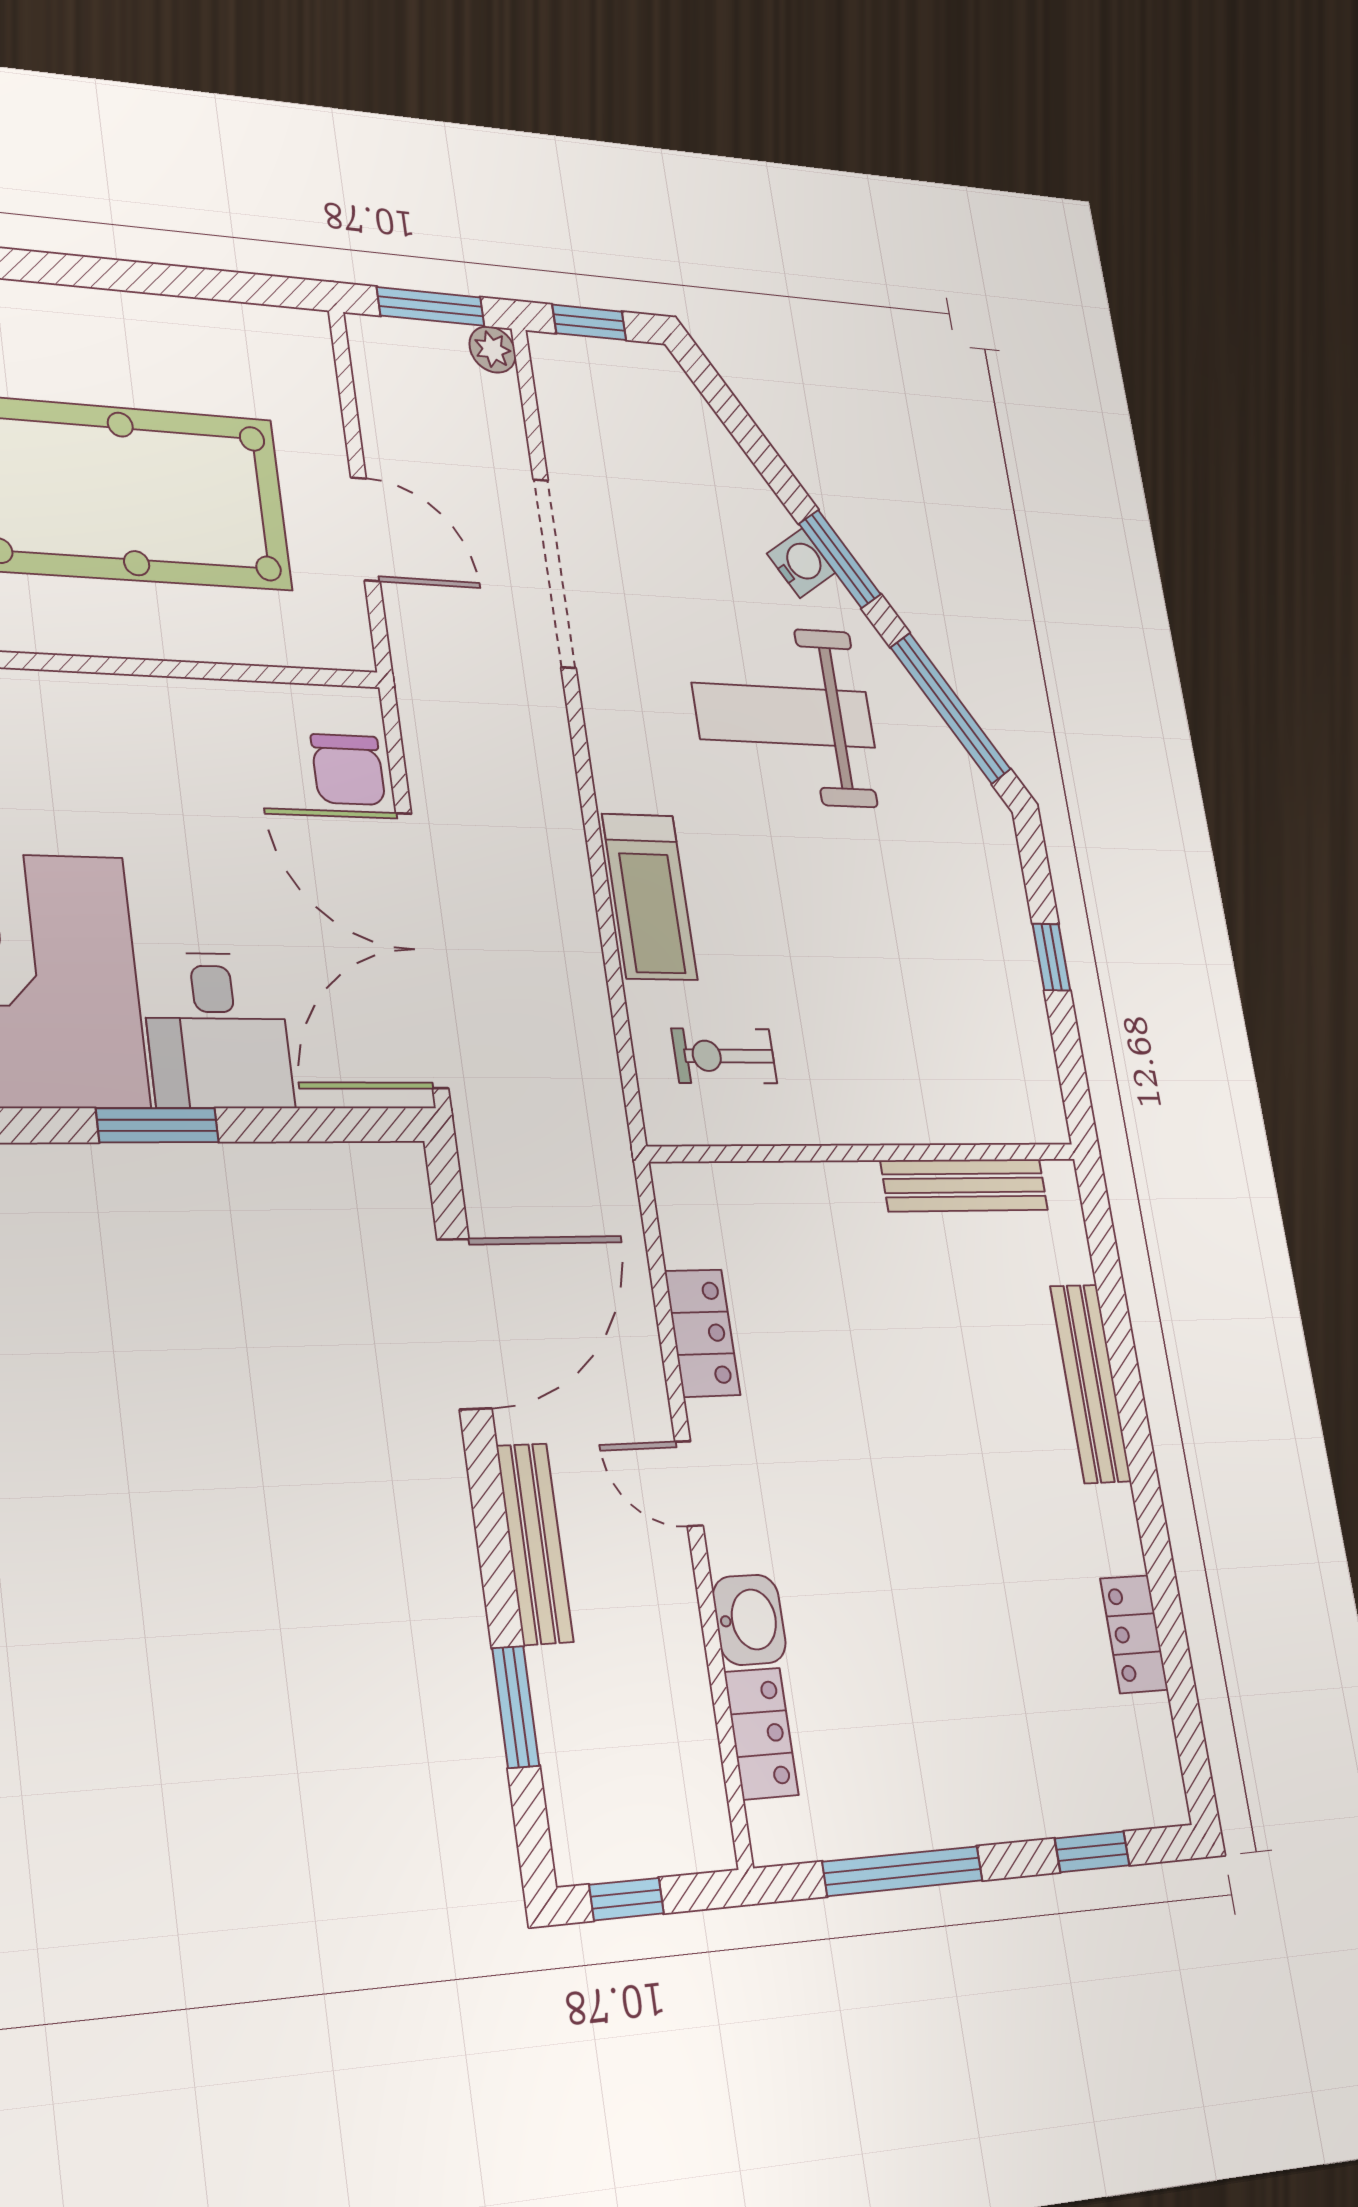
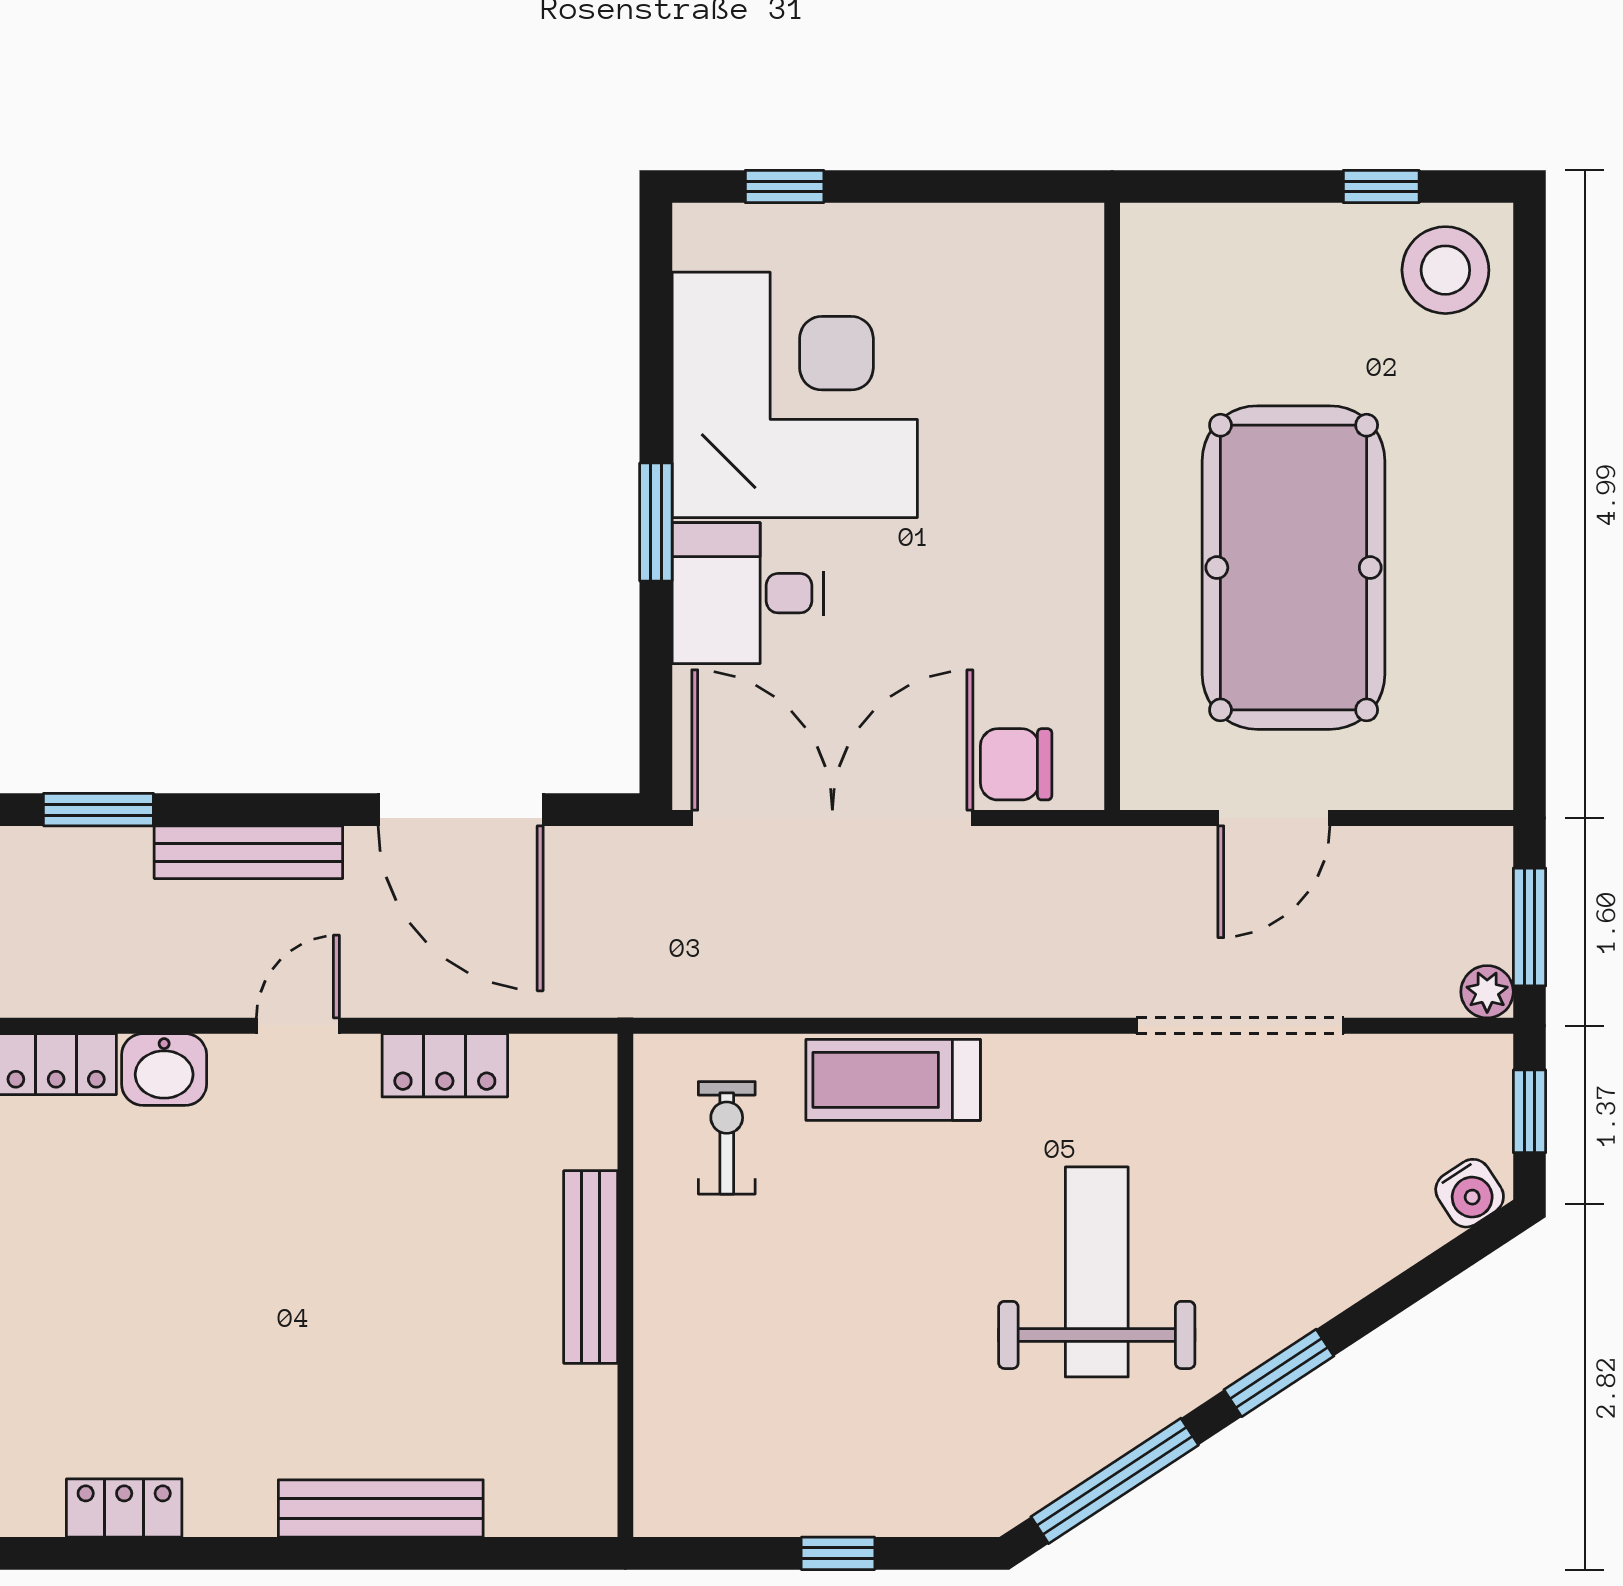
water cooler: (801, 563) -> (1470, 1193), moved
bench: (965, 1185) -> (591, 1267), moved

